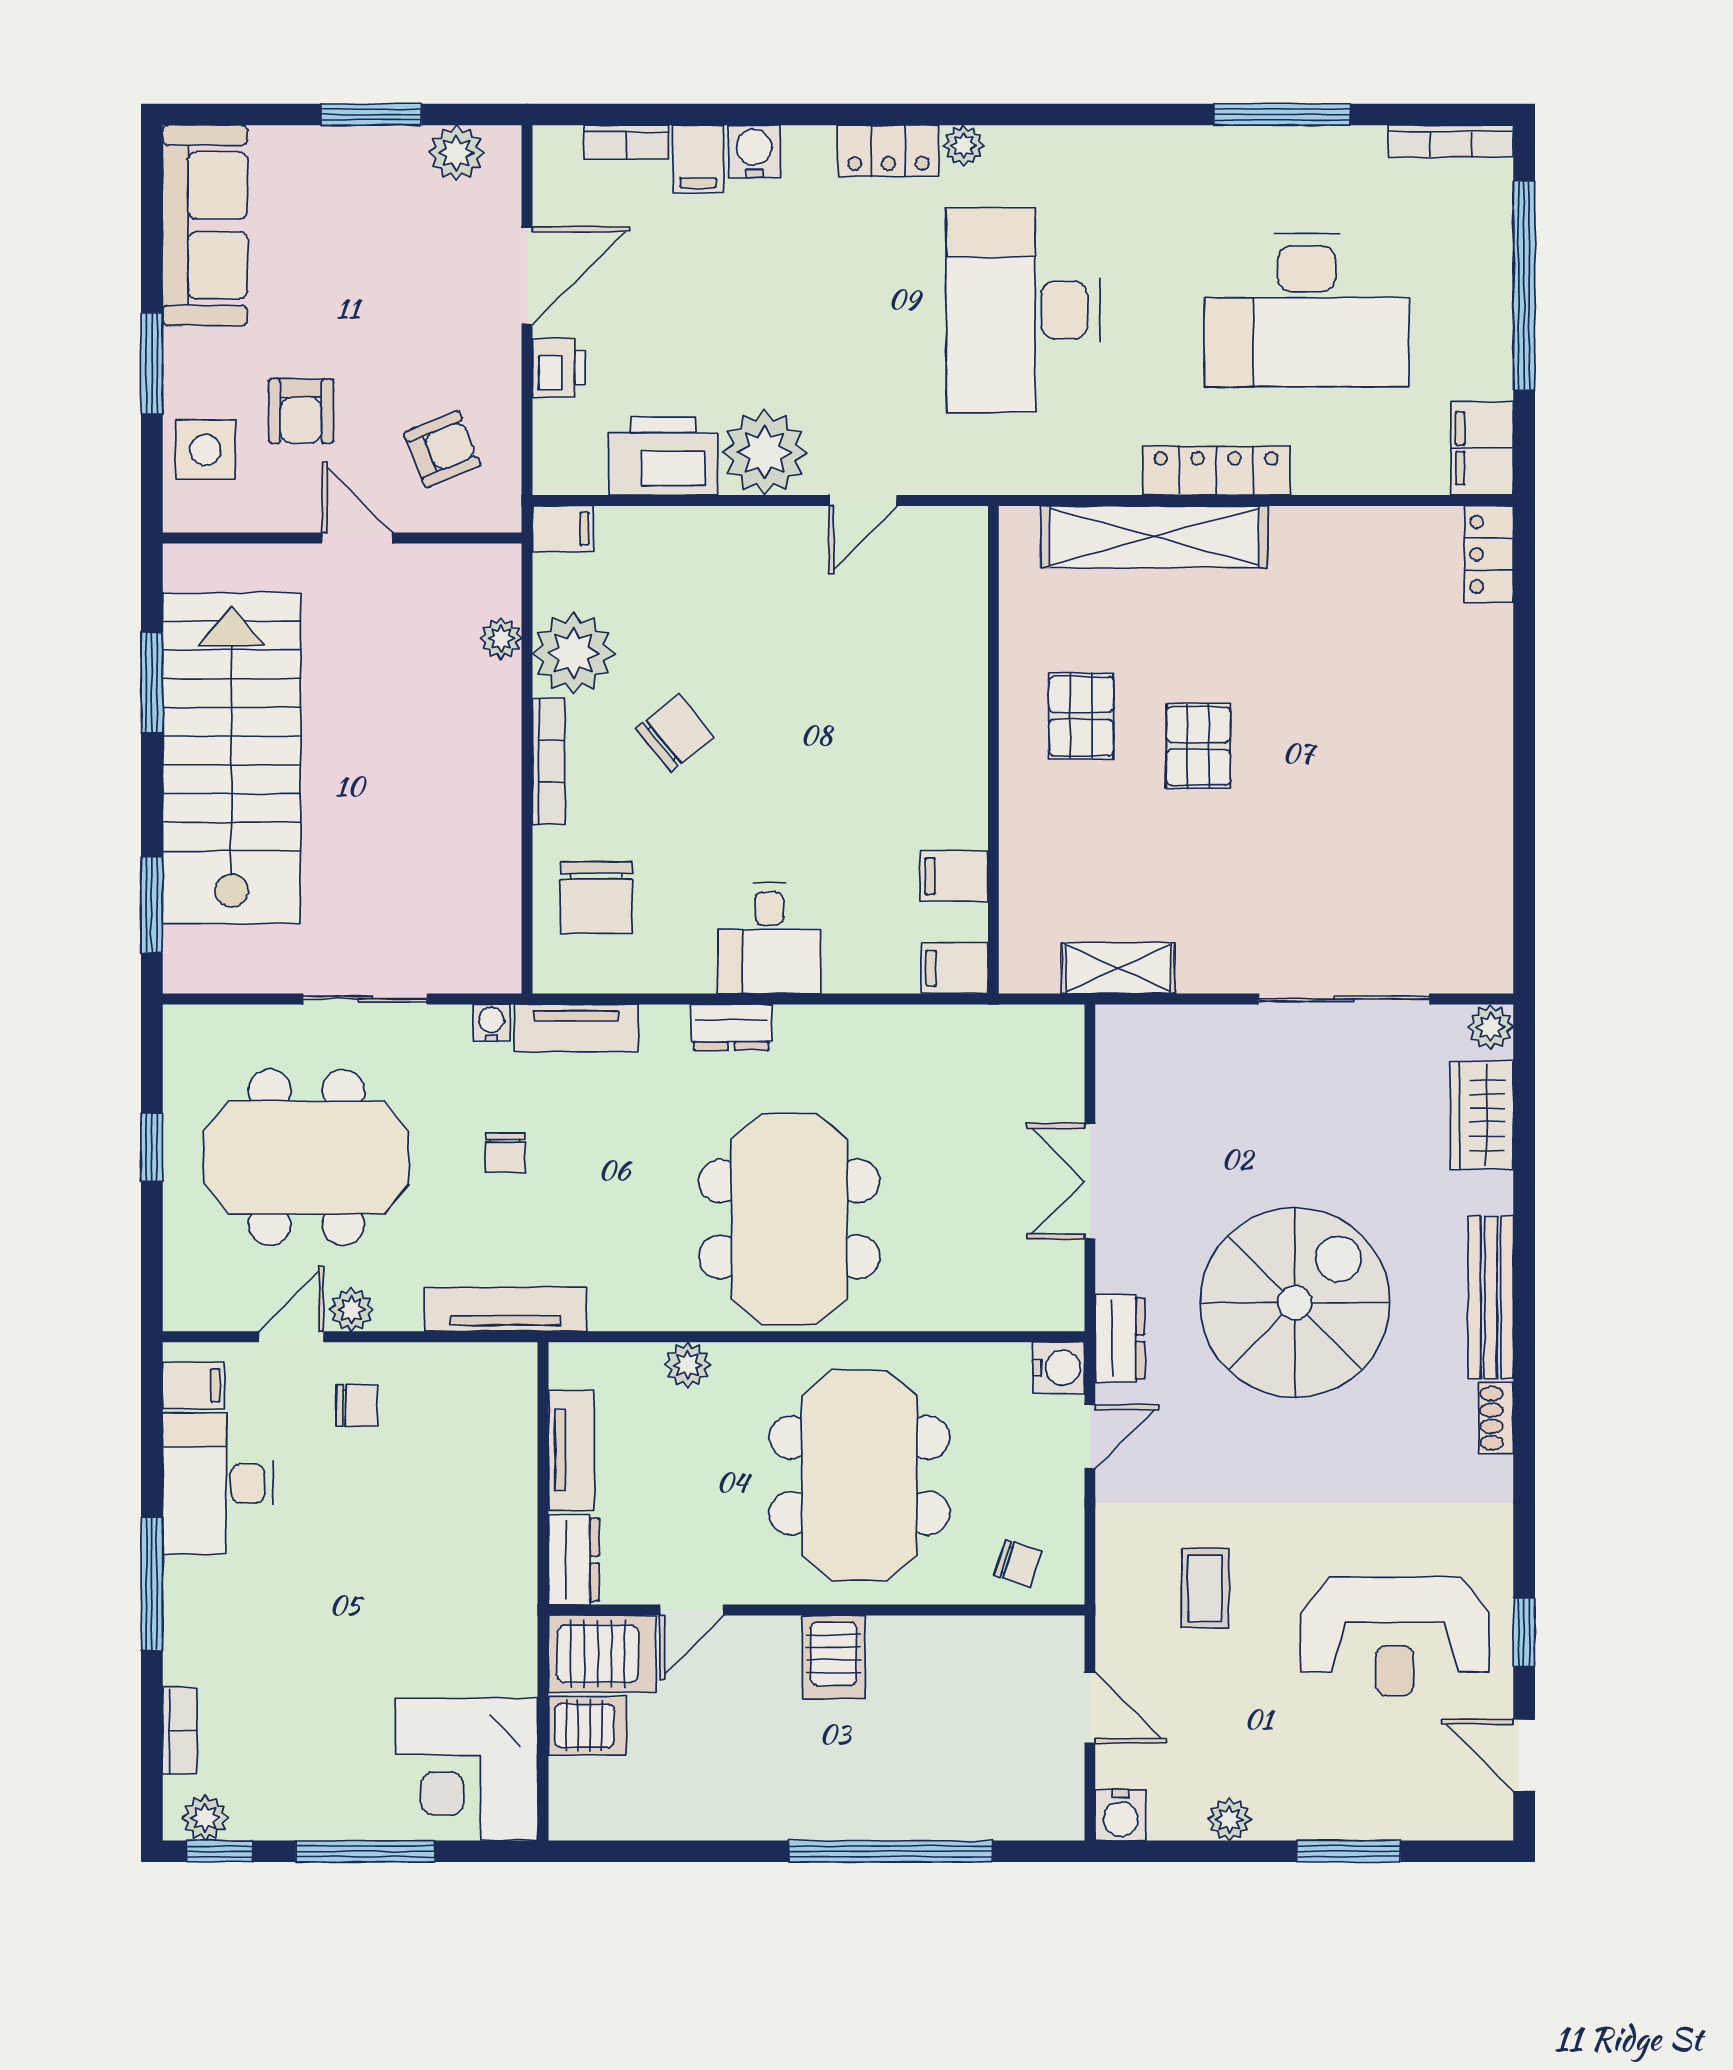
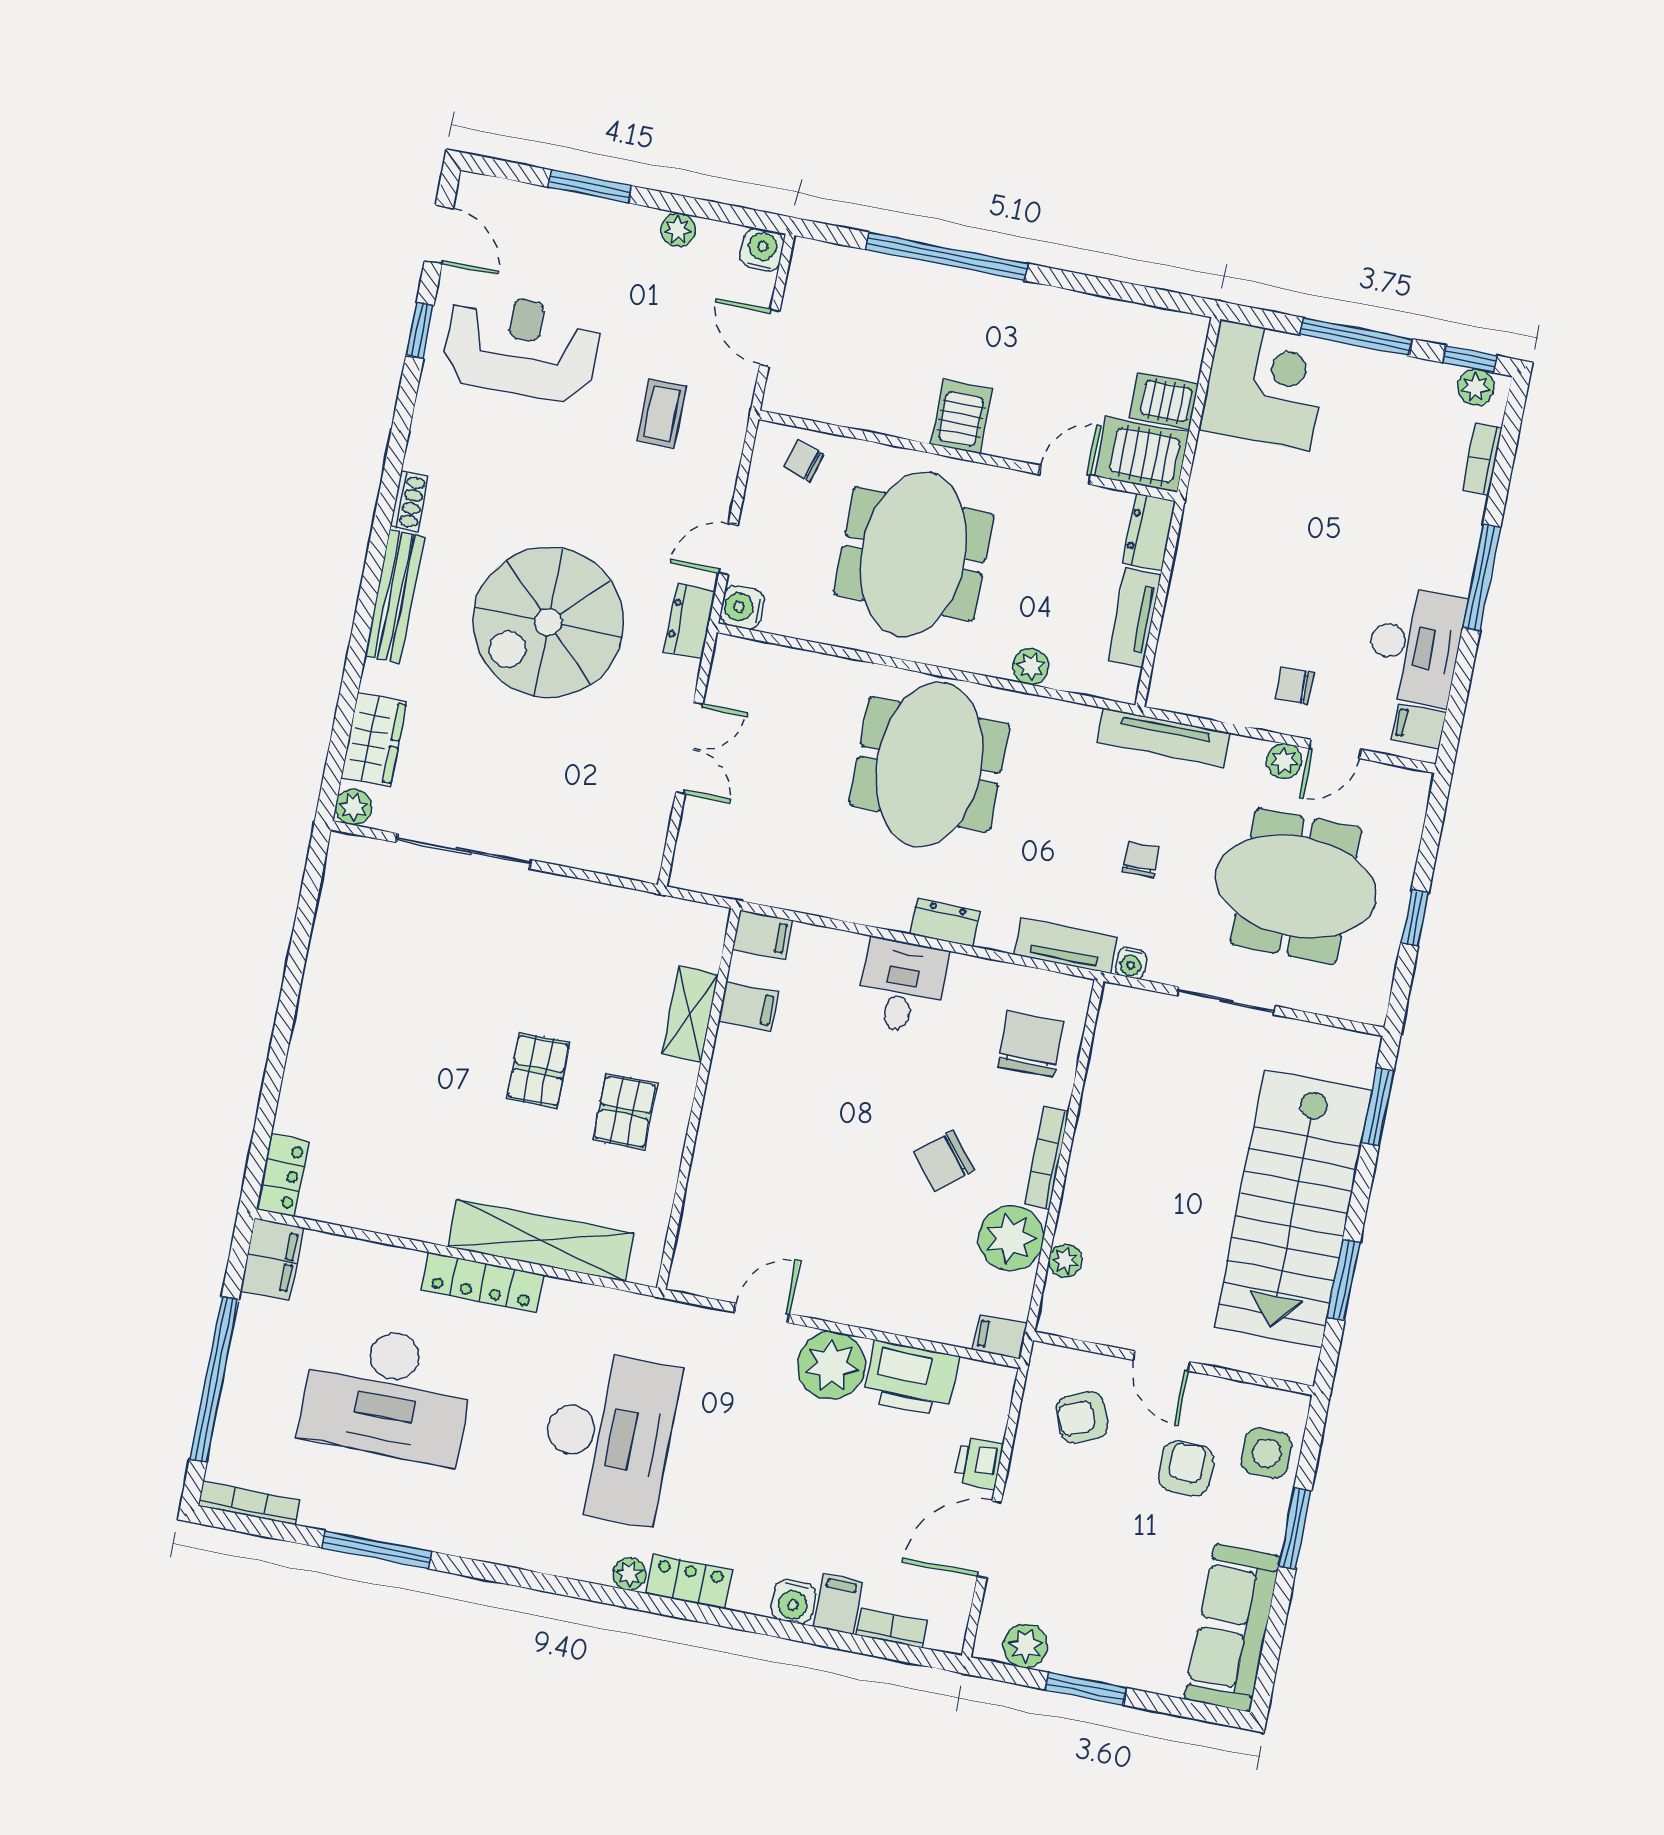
desk: (1307, 310) -> (387, 1393), turned 180
shelving: (1118, 968) -> (690, 1014), moved, turned 90

